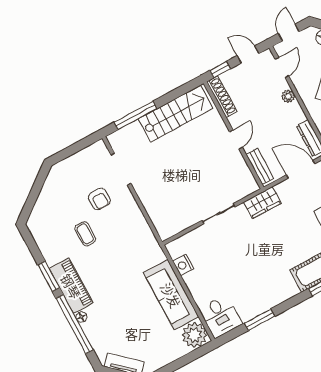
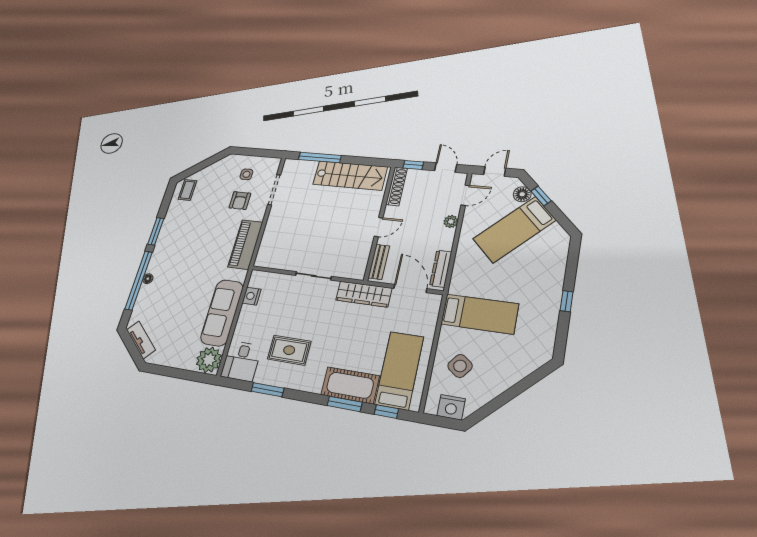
side table: (83, 173) -> (246, 174), added
wardrobe: (262, 203) -> (364, 294), width x1.50
coffee table: (85, 234) -> (187, 190), moved
rug: (250, 281) -> (289, 350), added
piano: (71, 286) -> (245, 244), moved, turned 180

